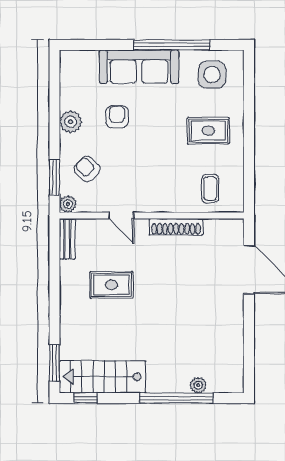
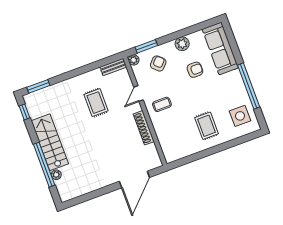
sofa: (139, 67) -> (220, 48), moved
coffee table: (210, 189) -> (162, 104), moved
stairs: (103, 377) -> (50, 142), moved

